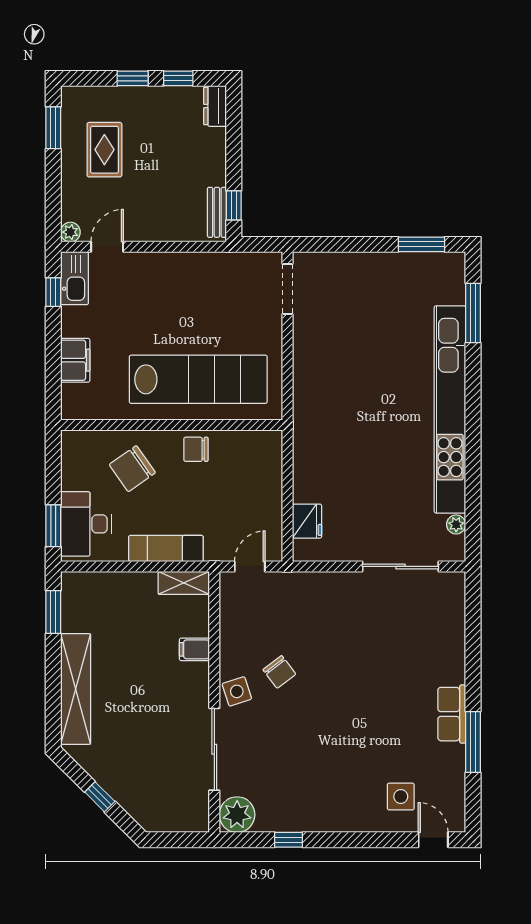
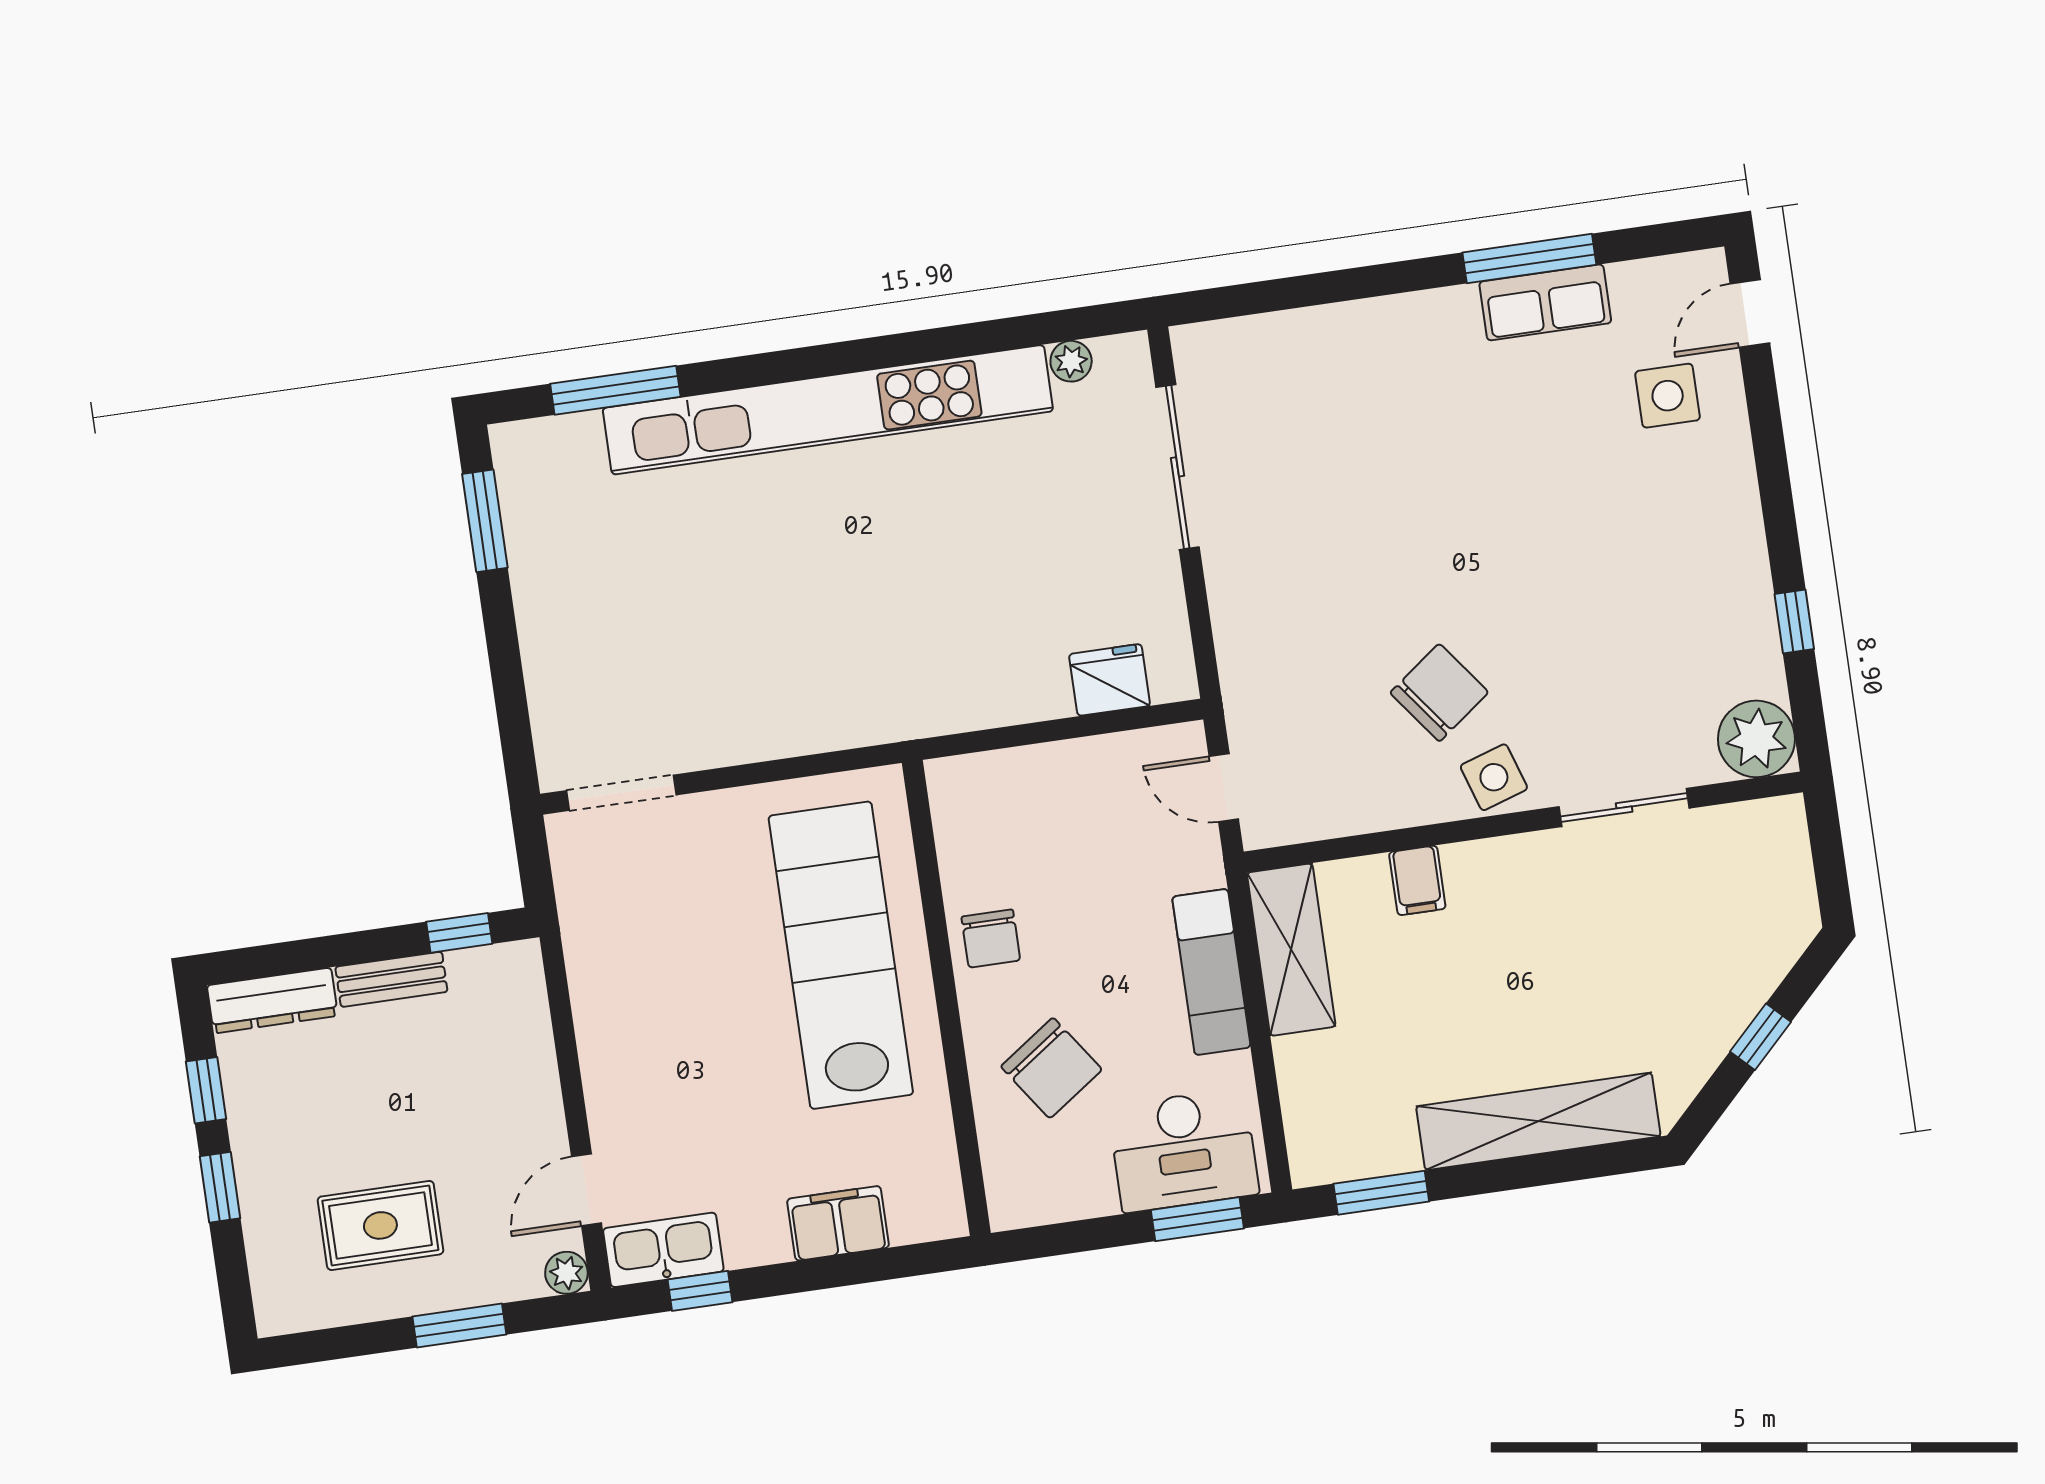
dresser: (215, 106) -> (272, 1000), width x1.44
window: (53, 128) -> (459, 1326), moved
bench: (217, 212) -> (391, 979), moved
door: (107, 247) -> (587, 1190), hinge flipped
shelving: (184, 583) -> (1291, 950), width x1.50, depth x1.33
chair: (279, 672) -> (1439, 693), width x1.37, depth x1.37
row of seats: (452, 714) -> (1545, 302), moved
sliding door: (214, 749) -> (1624, 807), width x0.73

